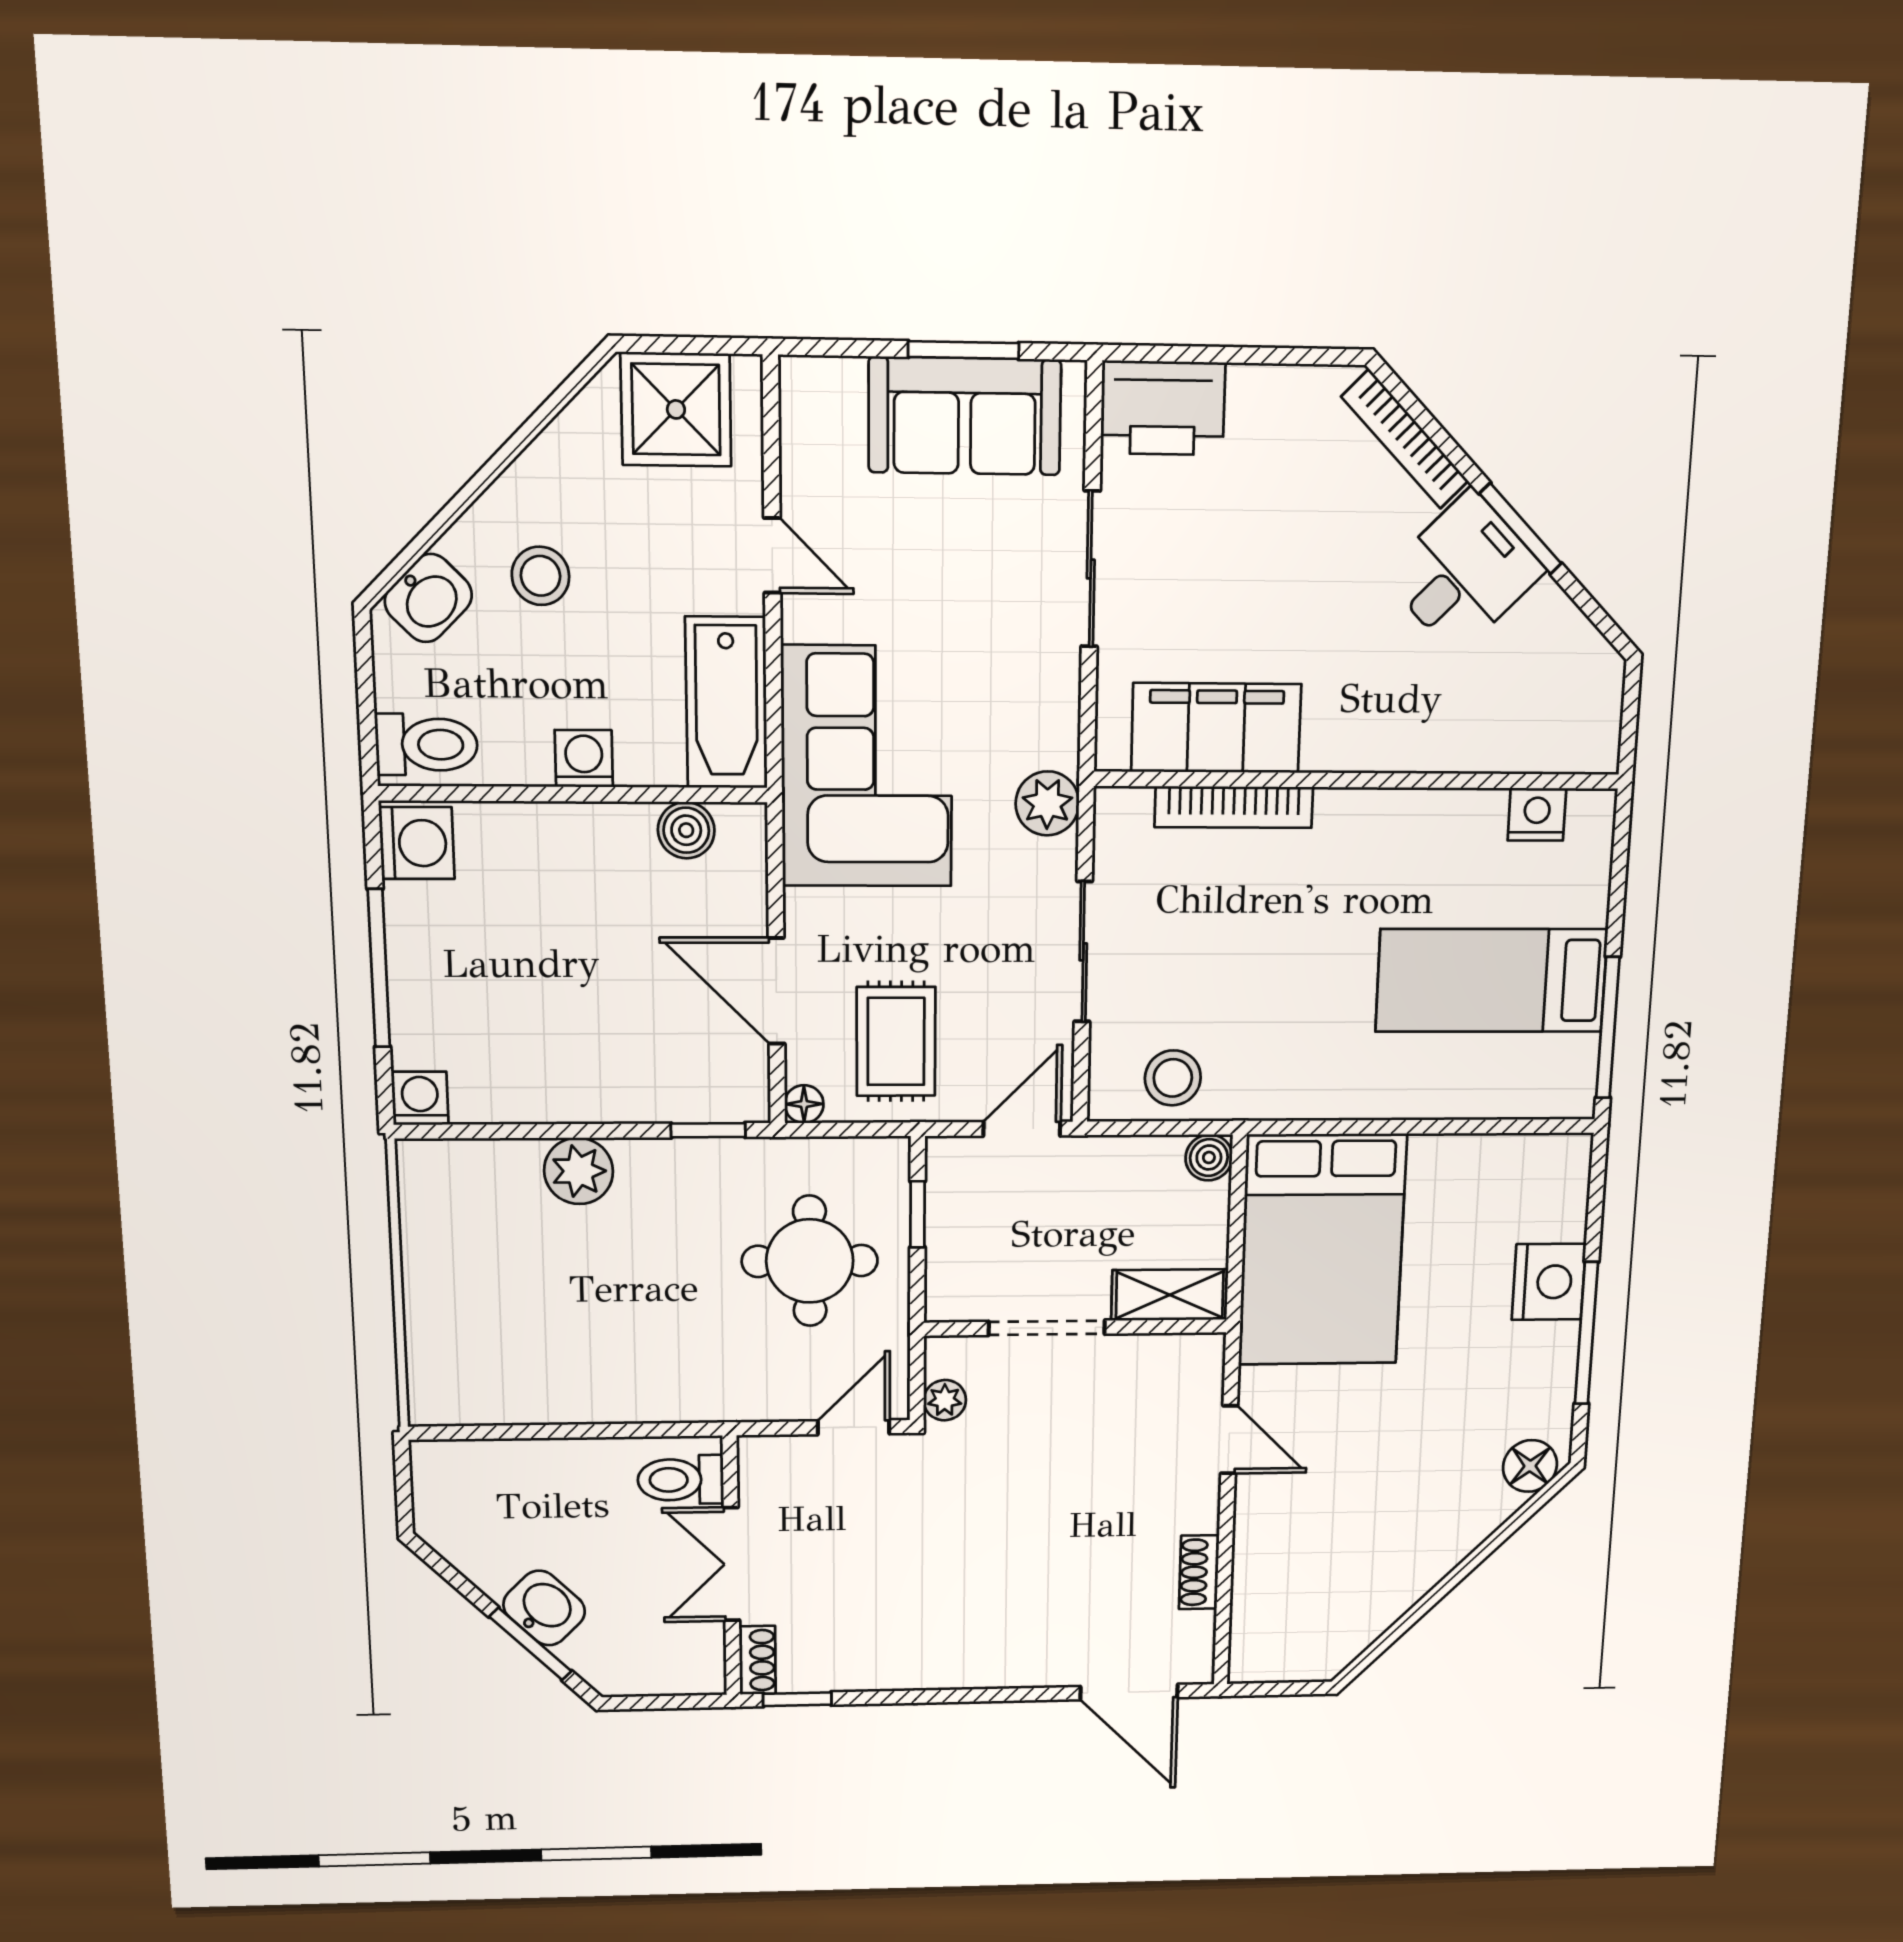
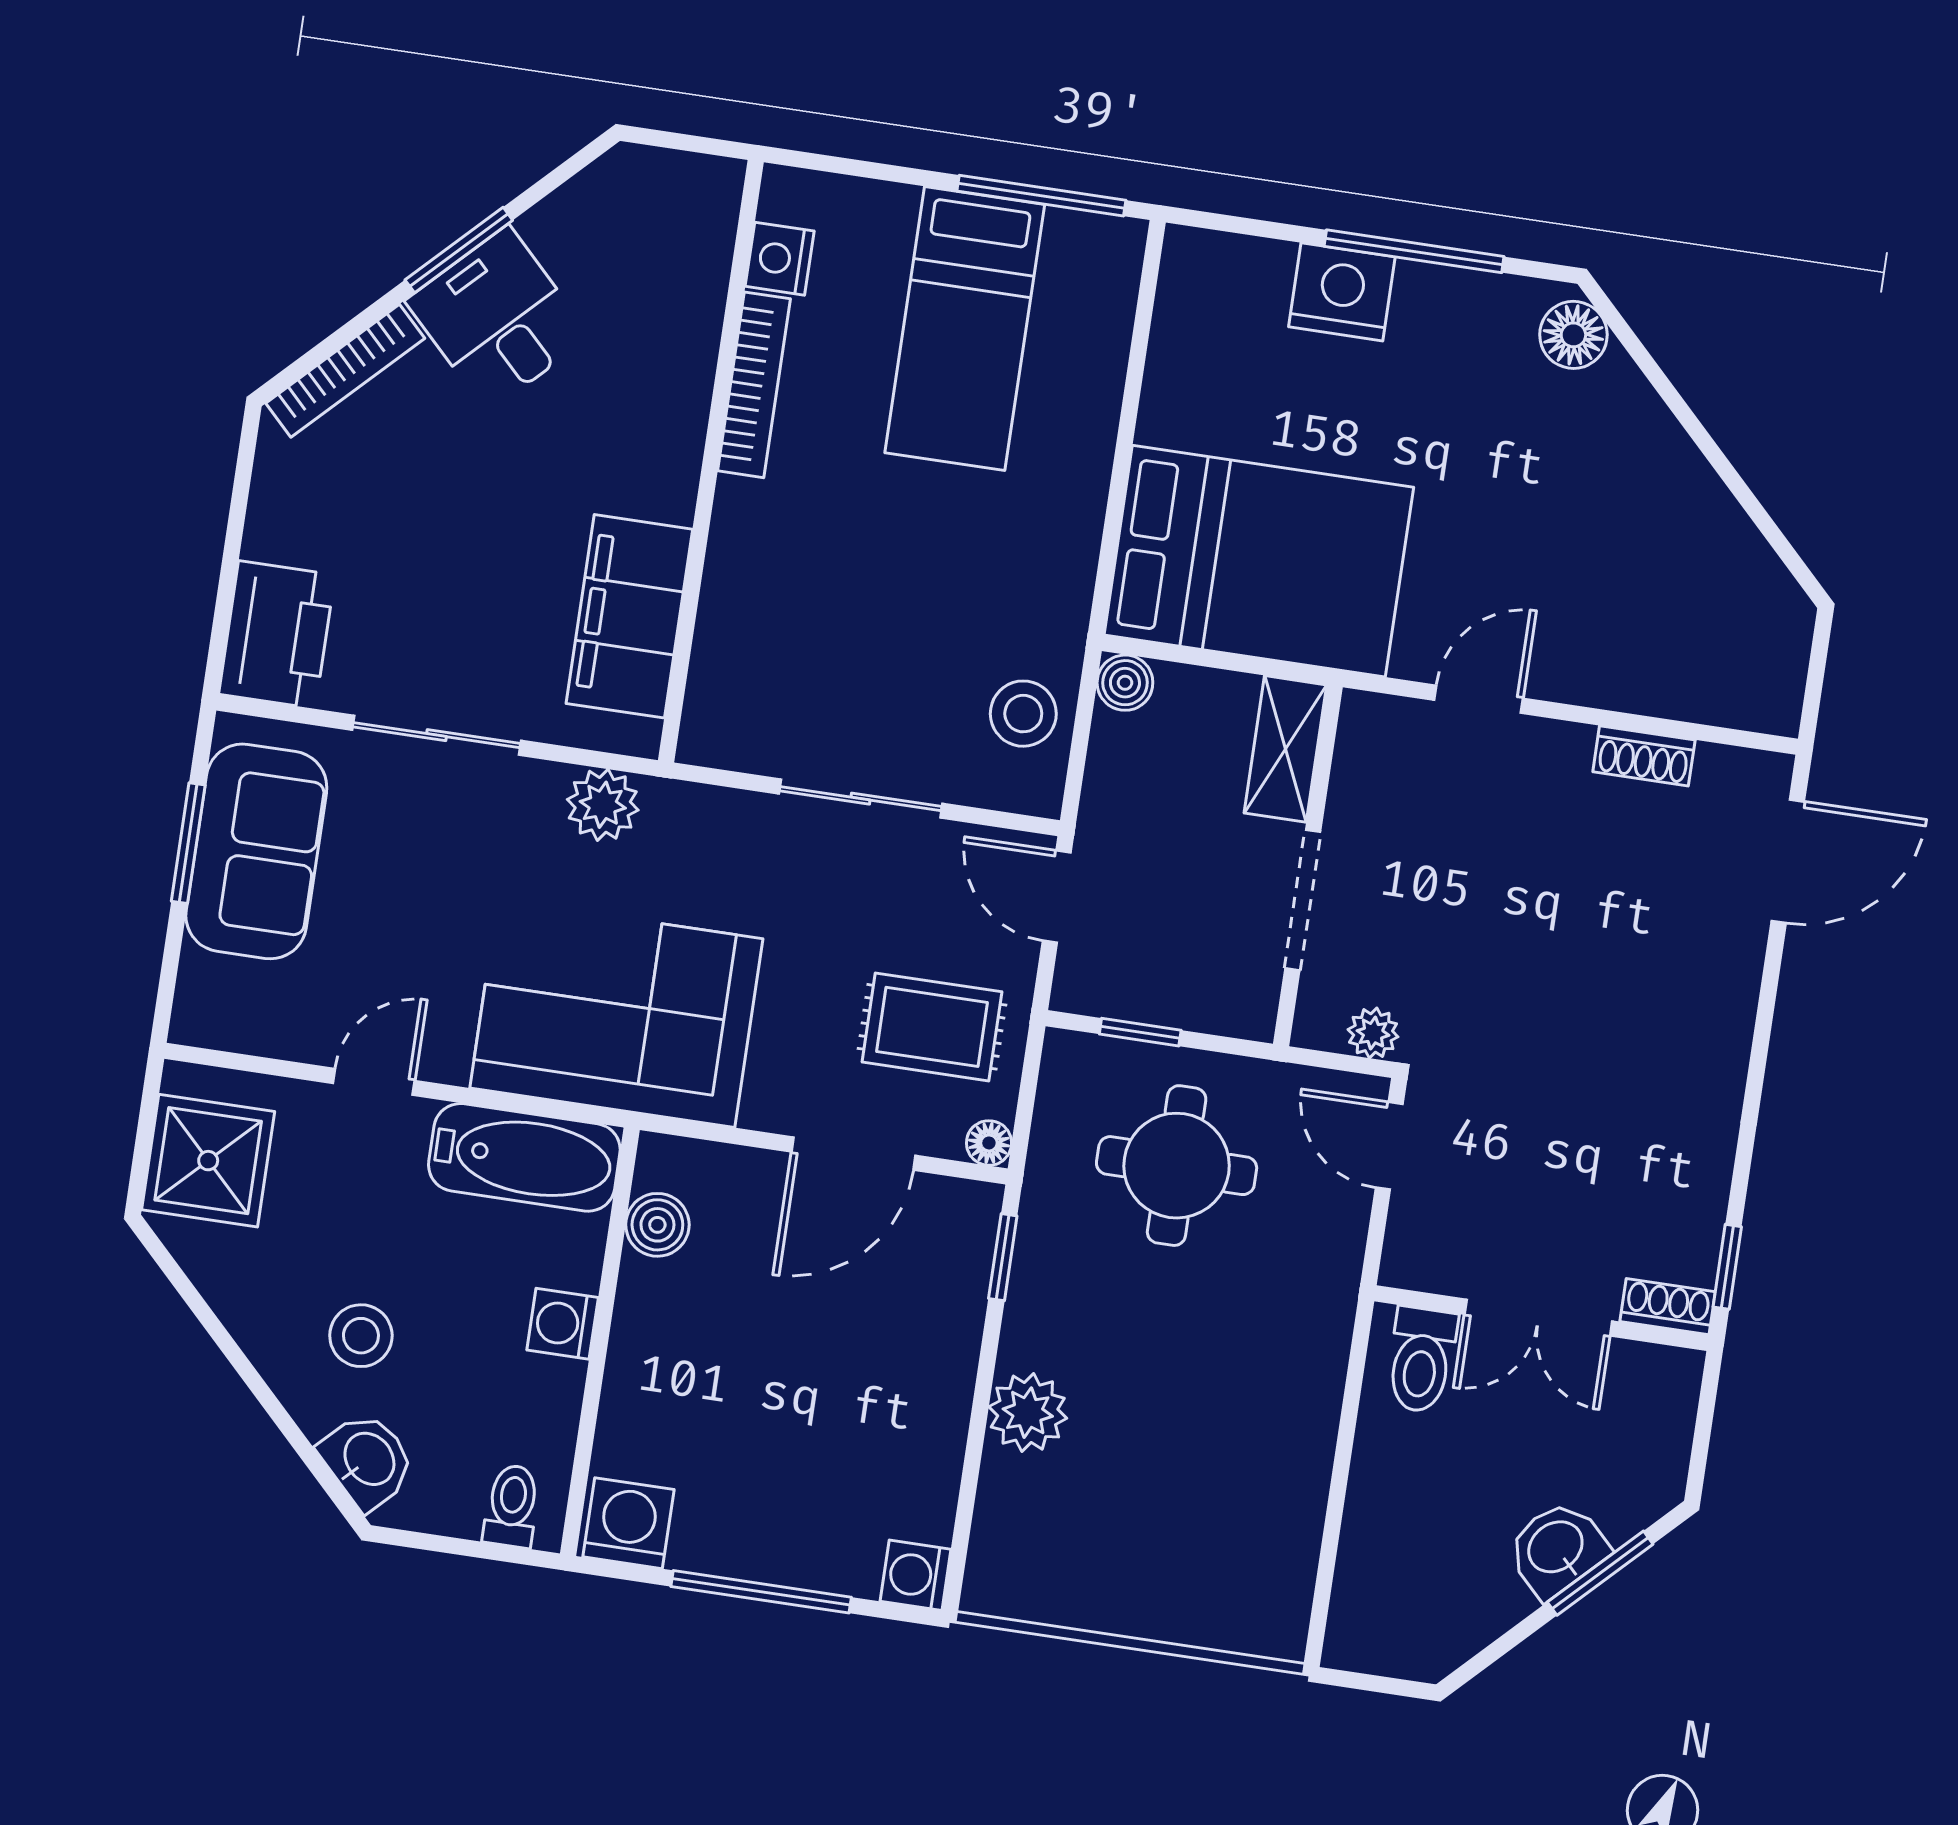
toilet: (427, 745) -> (512, 1506), width x0.73, depth x0.72
plant: (1047, 803) -> (603, 805), moved
bookcase: (1234, 807) -> (754, 385), moved

